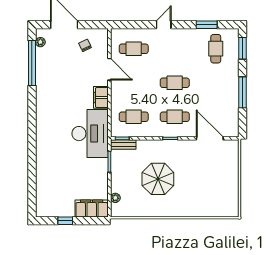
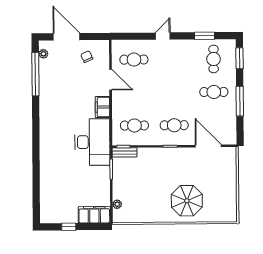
cafe table: (175, 83) -> (214, 92), moved
parasol: (158, 179) -> (187, 201), moved

